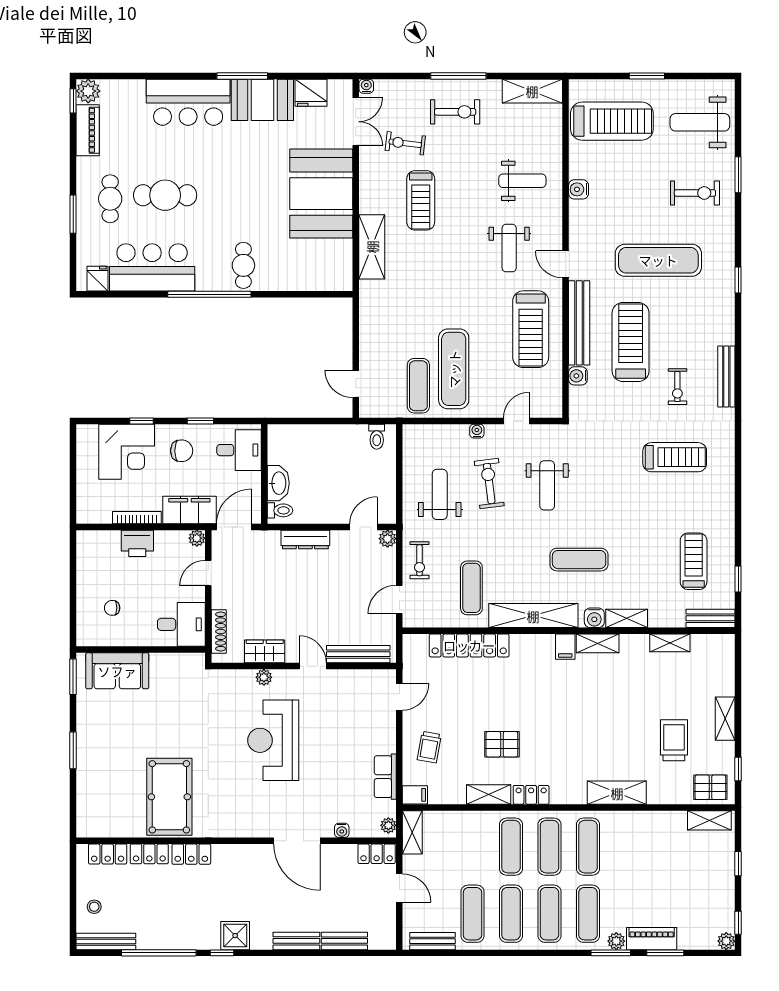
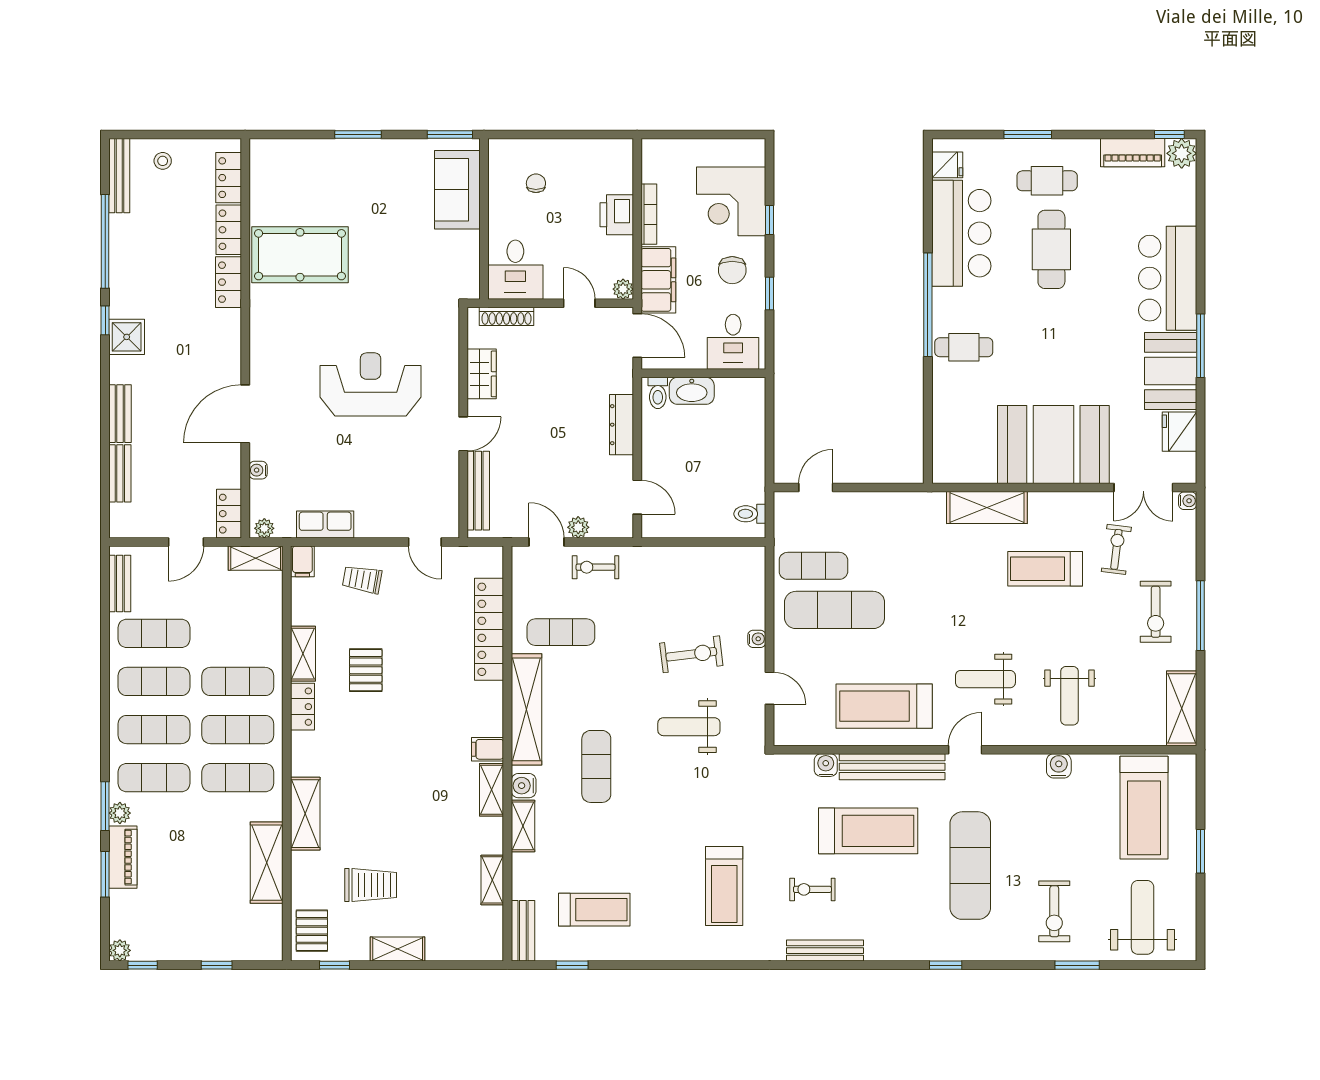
weight bench: (440, 494) -> (678, 592), removed
plant: (388, 539) -> (578, 527), moved
plant: (264, 677) -> (449, 373), removed
shelving: (709, 820) -> (267, 863), moved, width x1.50, depth x1.33

